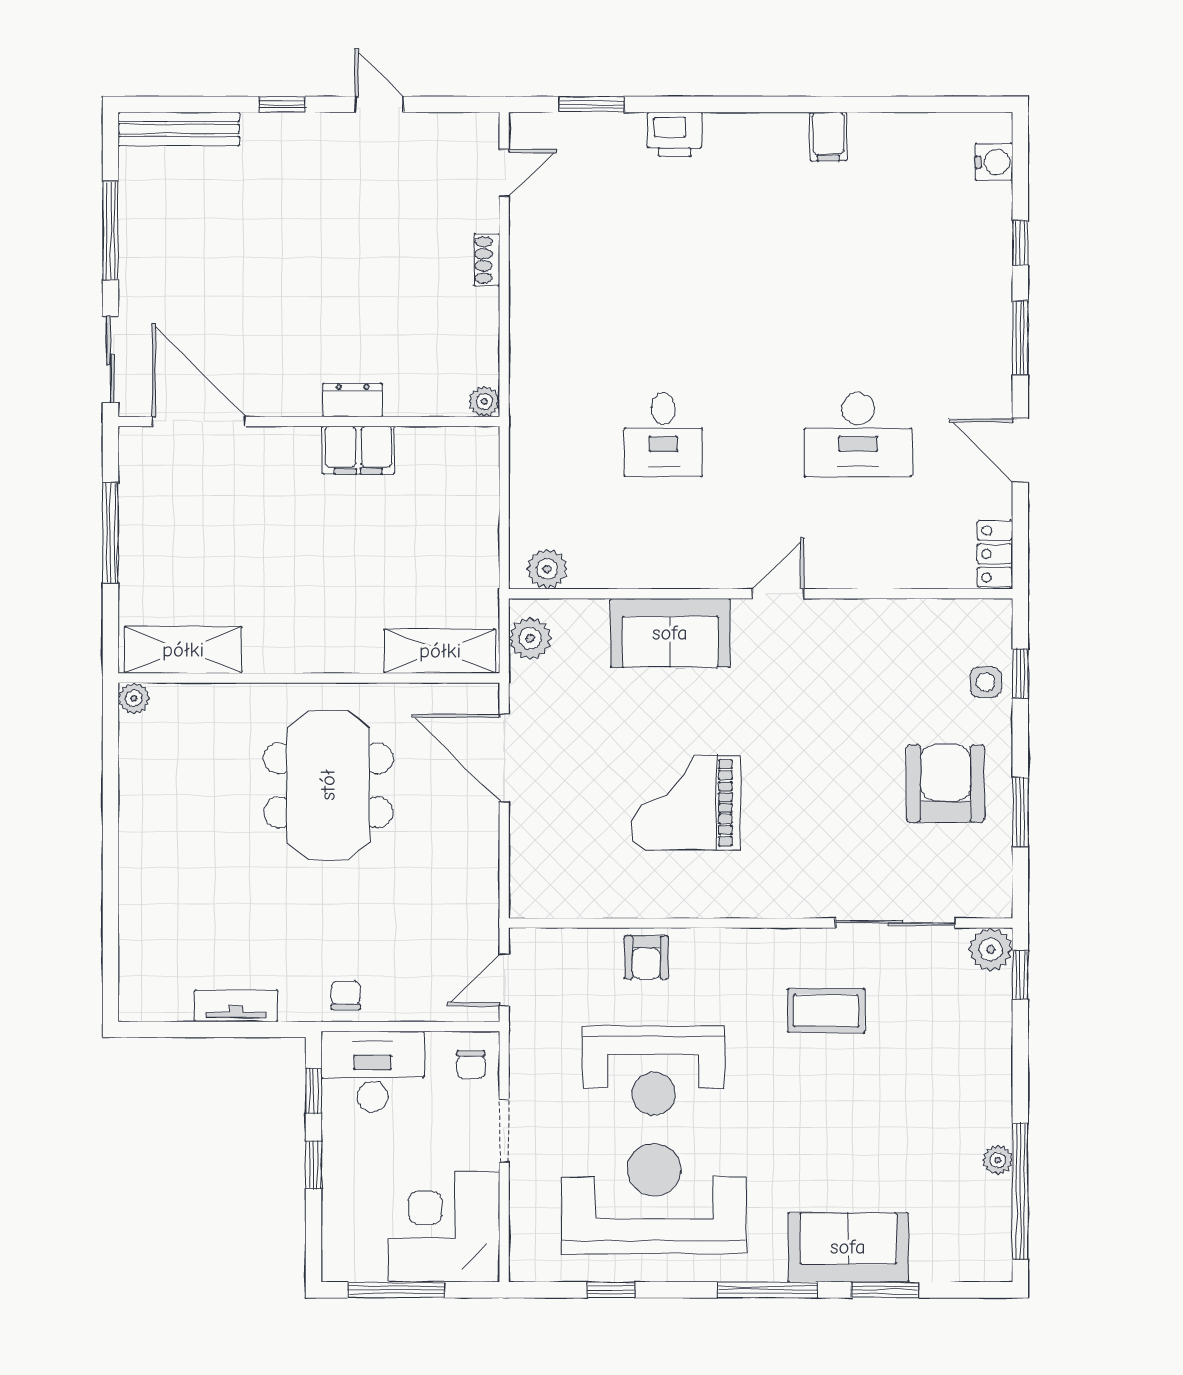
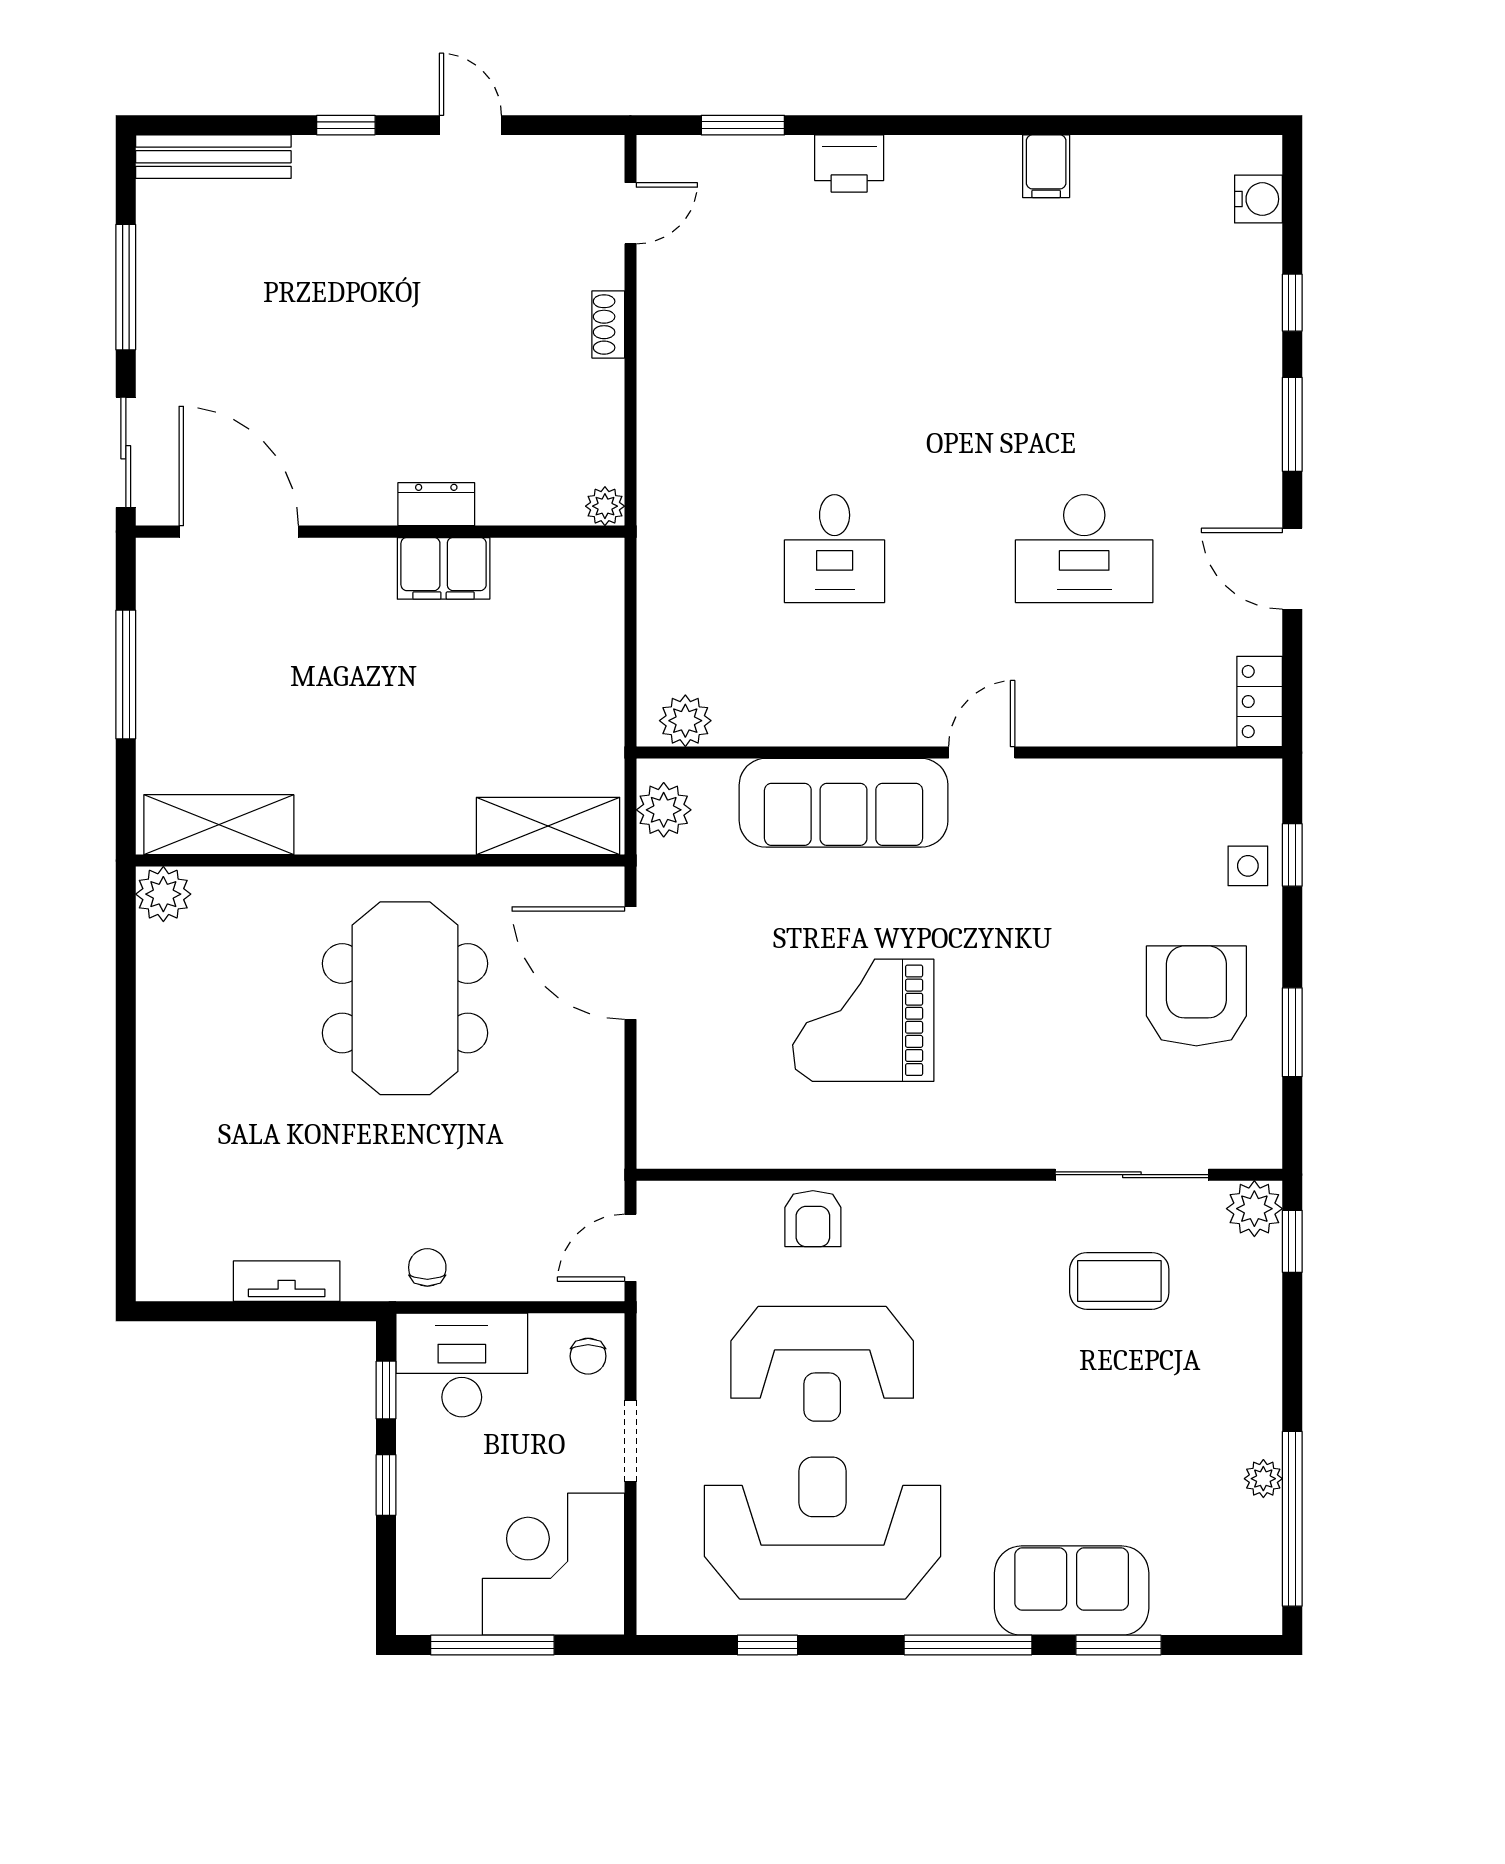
sofa: (670, 633) -> (844, 803), width x1.36
plant: (134, 698) -> (163, 894), width x1.38, depth x1.38
coffee table: (826, 1010) -> (1119, 1281), moved

